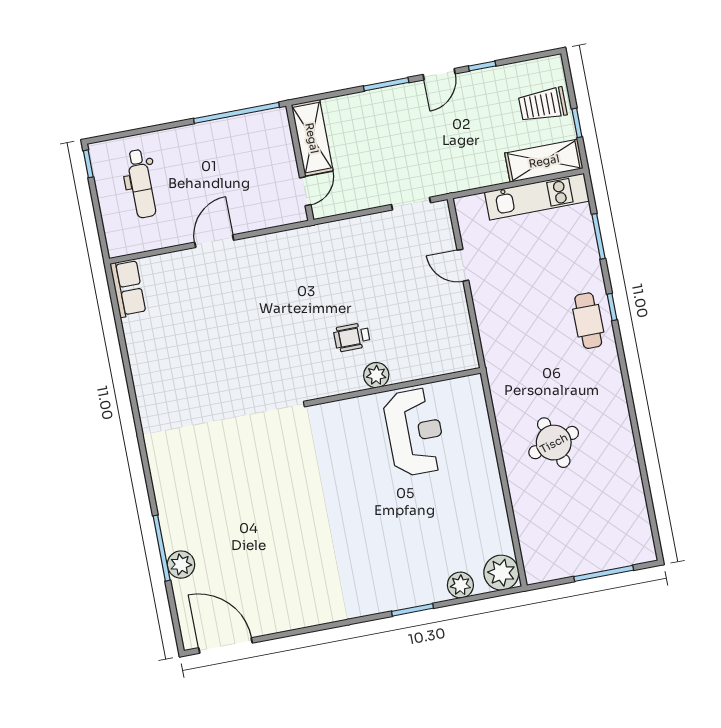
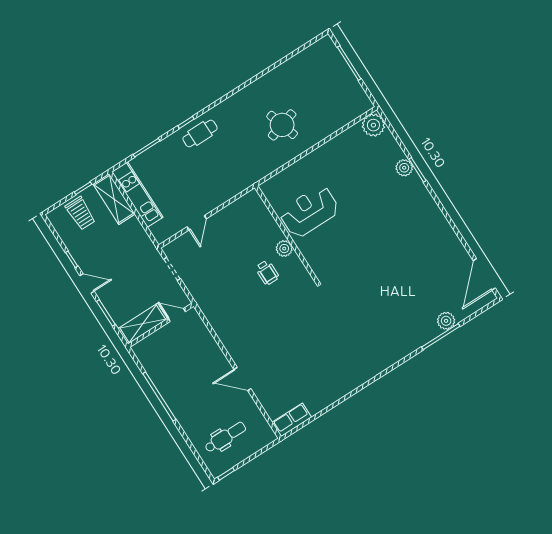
shelving: (312, 138) -> (143, 324), moved
wall: (300, 163) -> (161, 325), moved
door: (305, 191) -> (177, 315), moved
plant: (460, 585) -> (404, 168), moved

